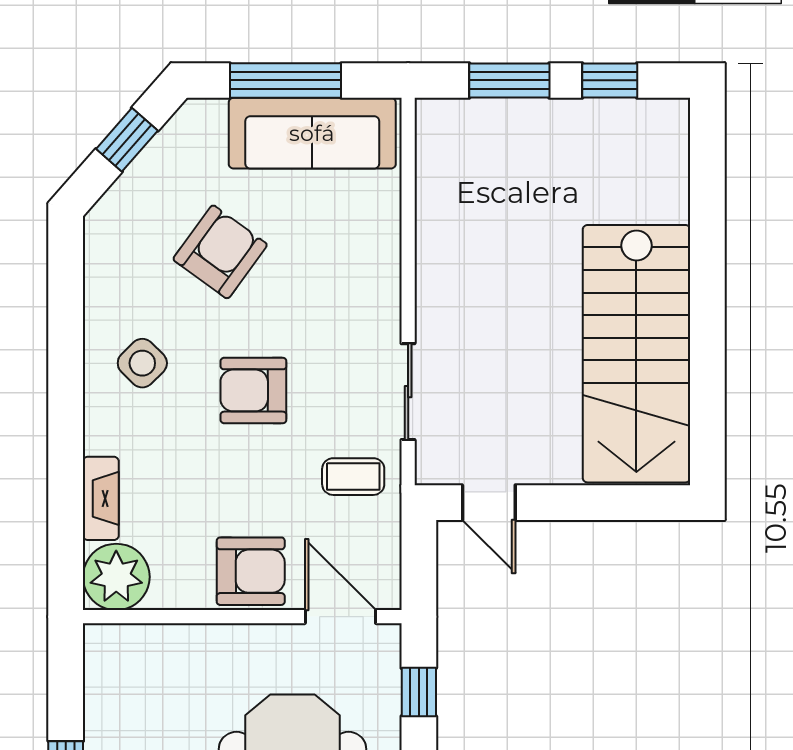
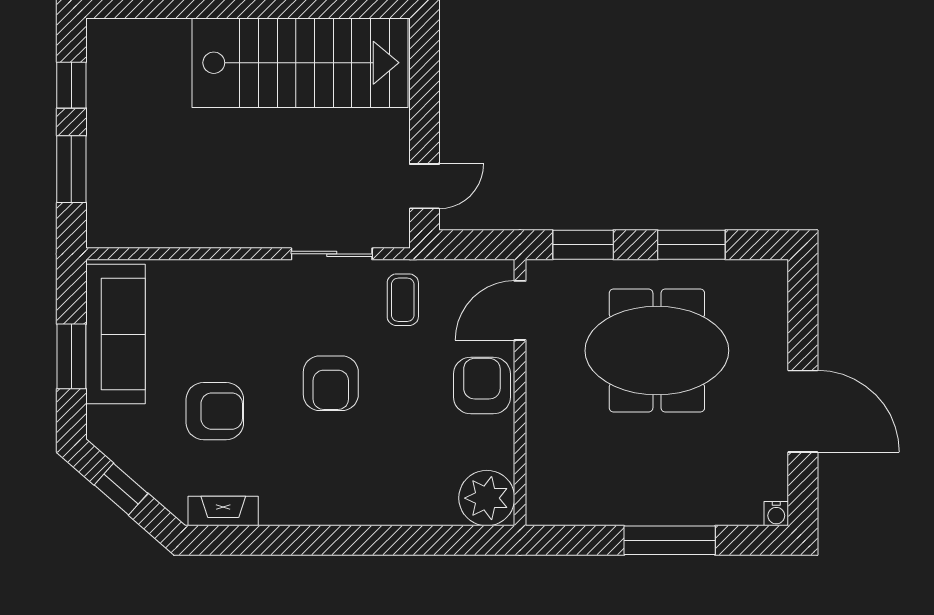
window: (285, 80) -> (71, 356), width x0.69
armchair: (220, 252) -> (215, 411), turned 144
side table: (142, 363) -> (308, 476), removed
fireplace: (101, 498) -> (223, 511), moved
window: (419, 692) -> (583, 245), width x1.50

